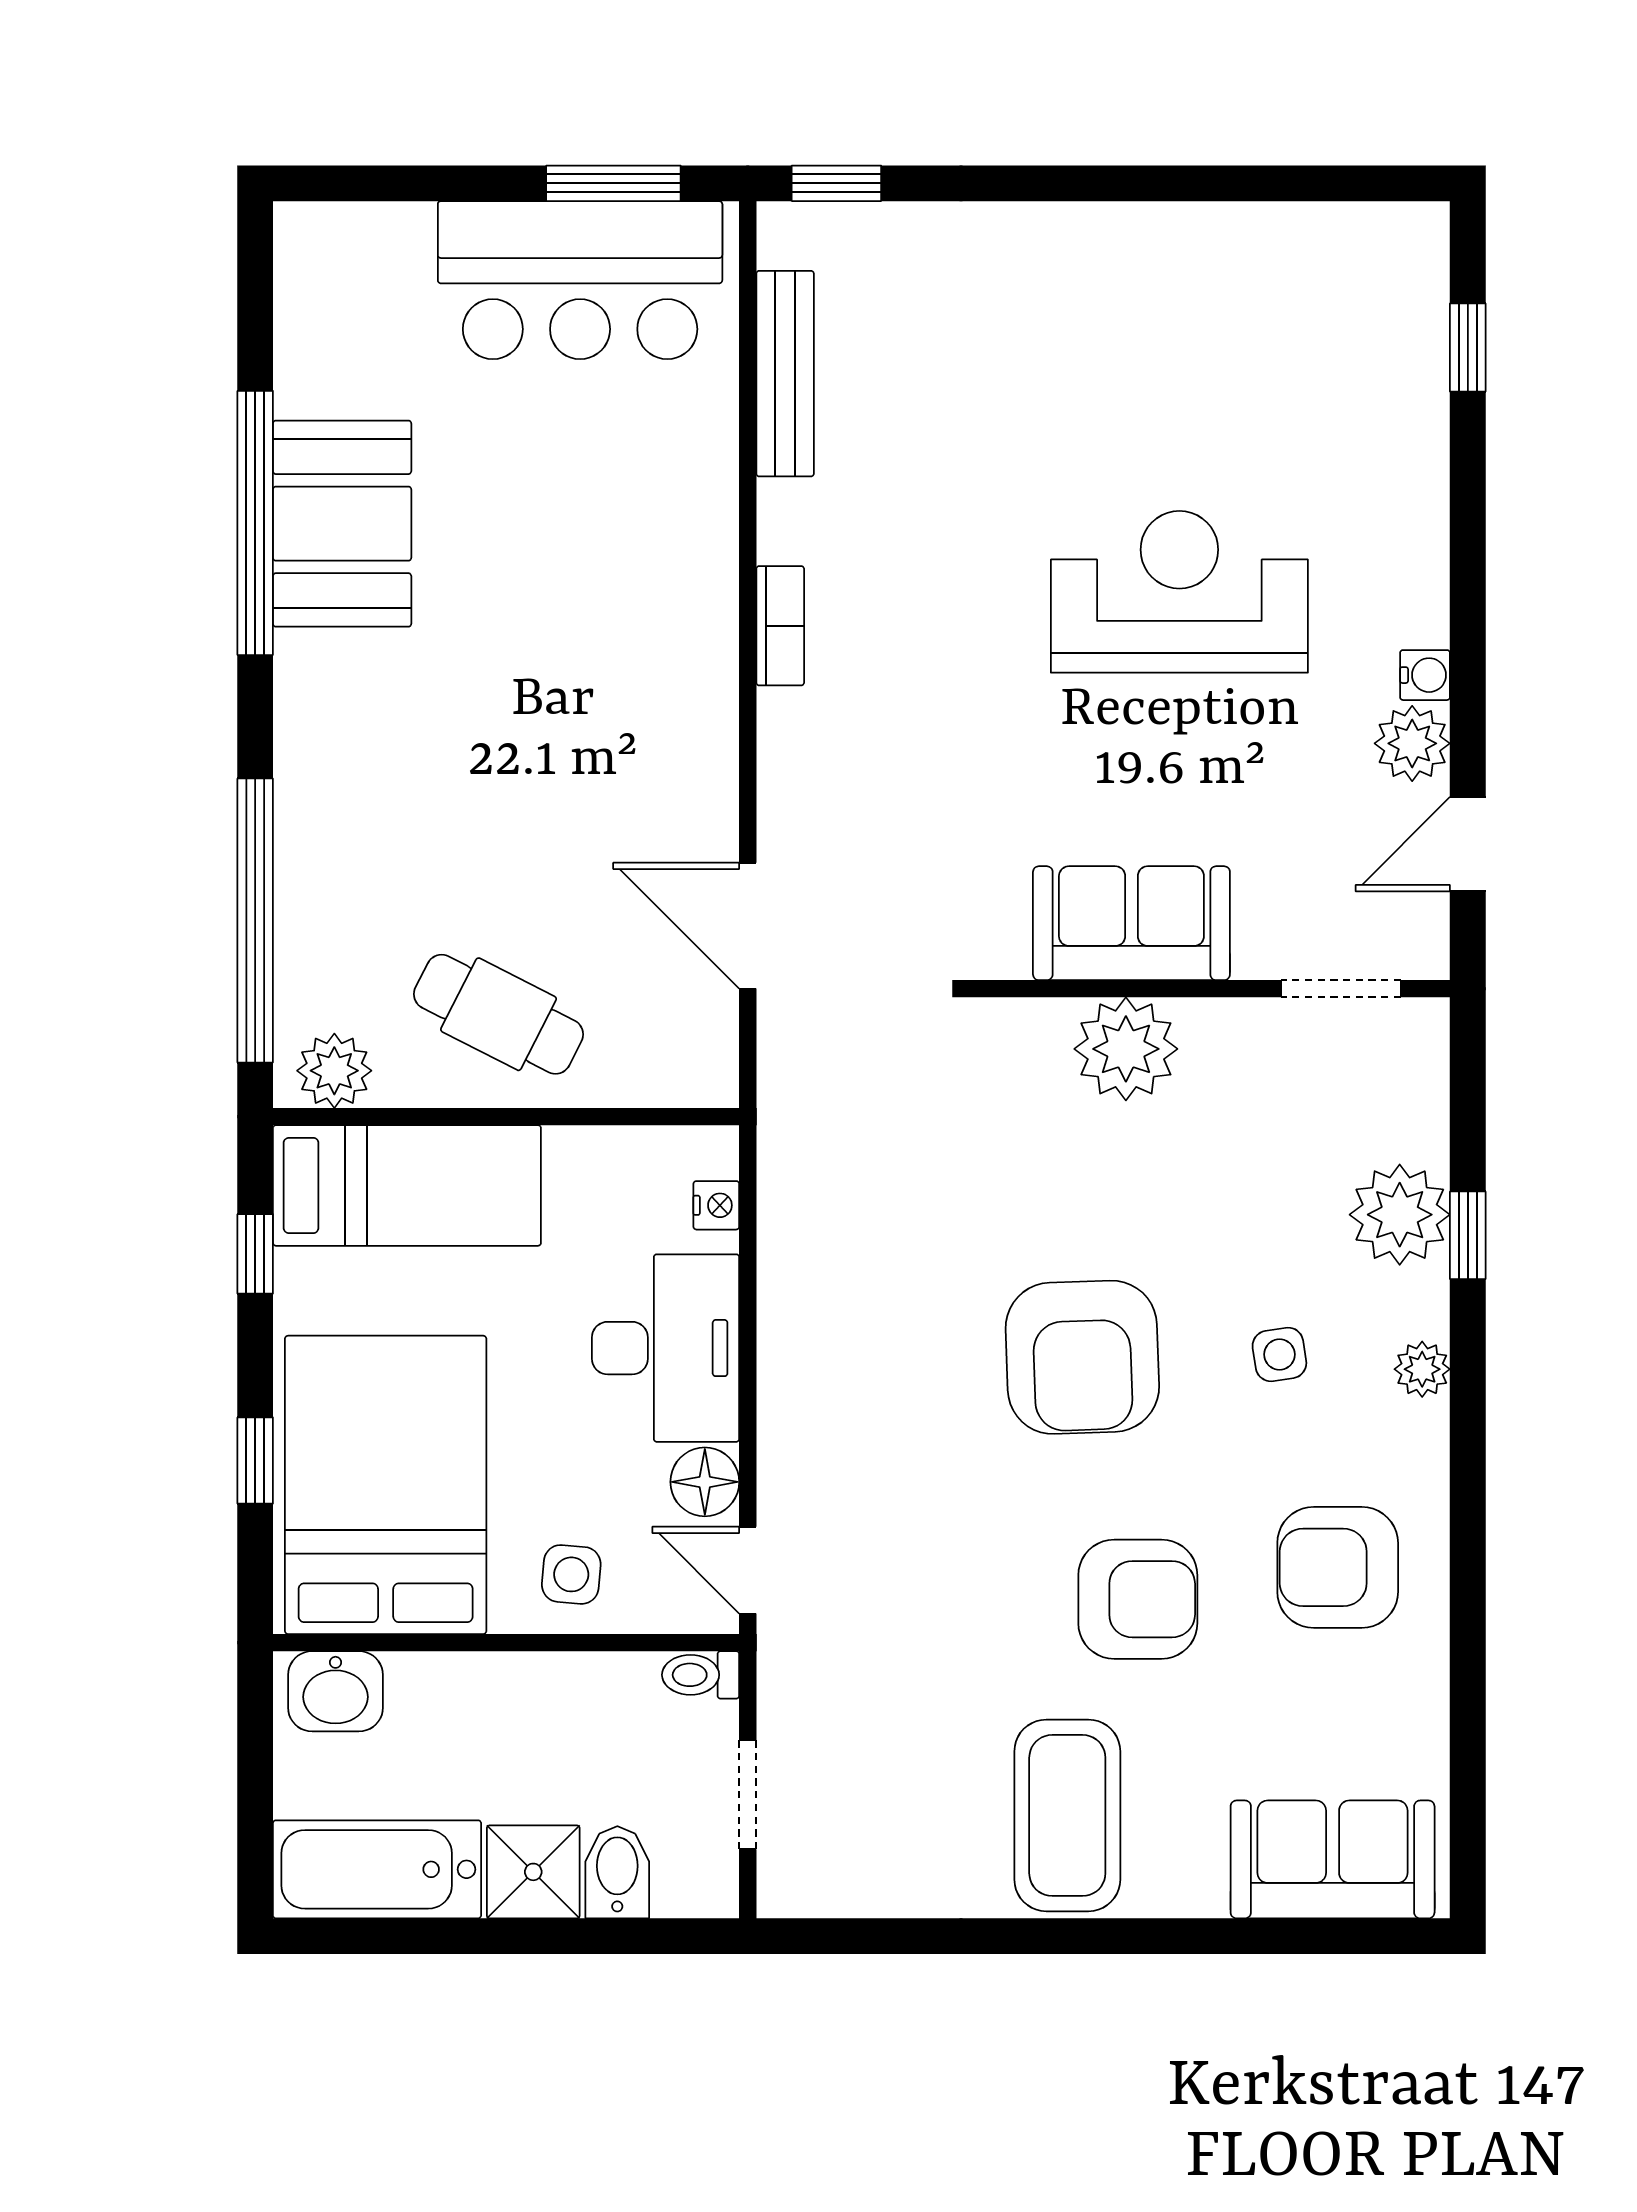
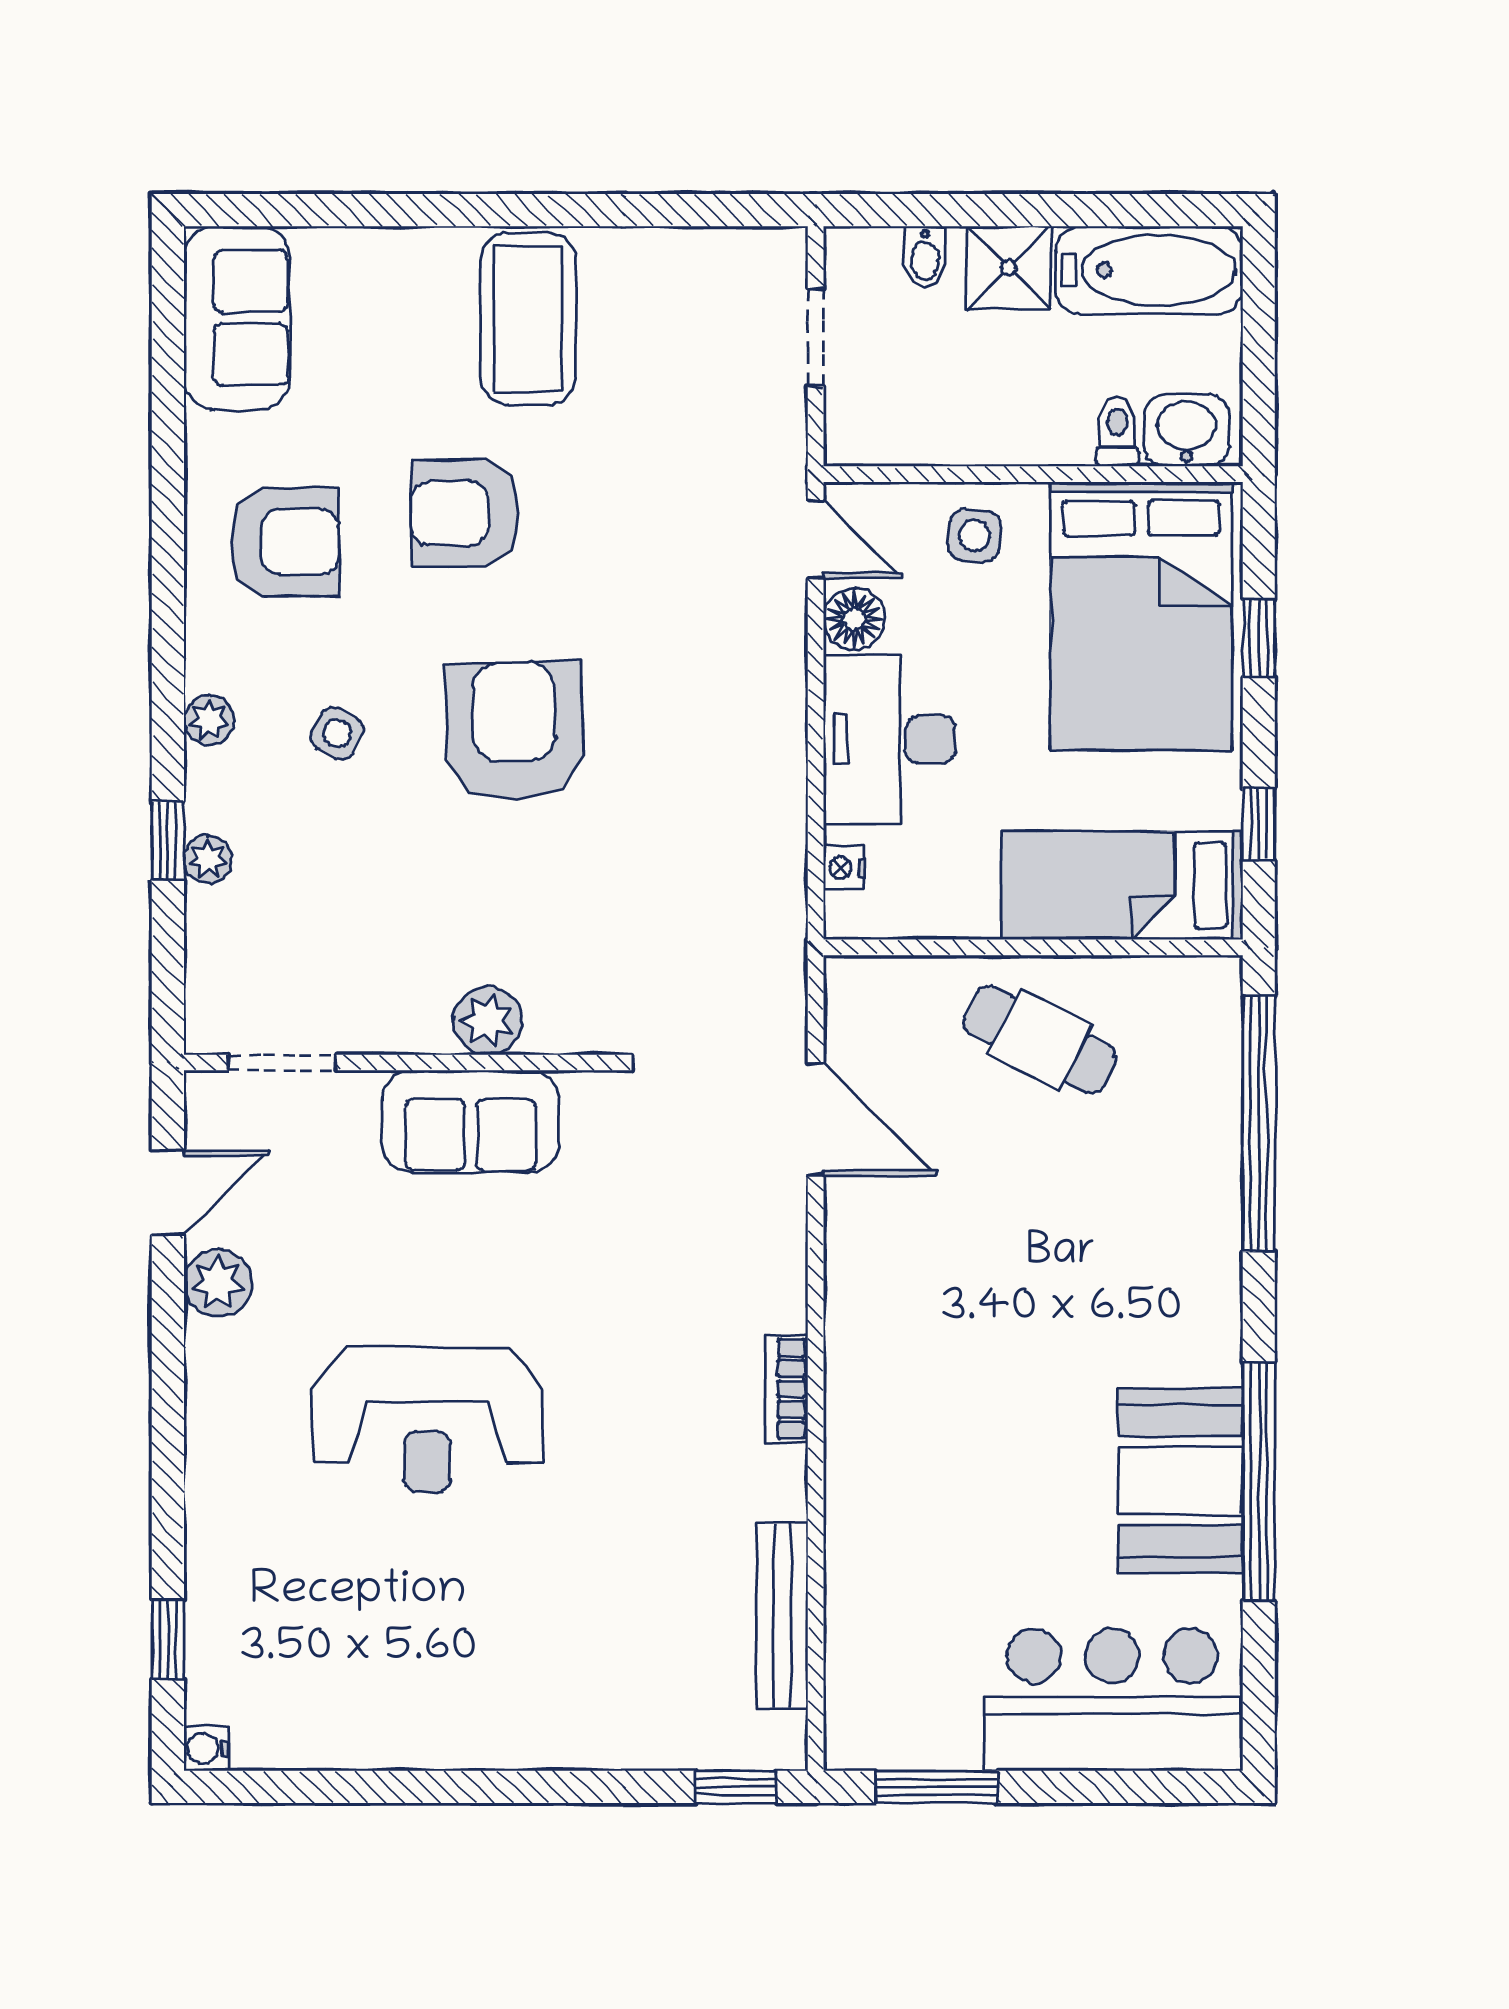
bar counter: (580, 280) -> (1112, 1700), moved
water cooler: (1425, 675) -> (206, 1749), moved
plant: (1126, 1049) -> (488, 1021), width x0.73, depth x0.73
plant: (334, 1071) -> (1188, 989), removed
plant: (1400, 1215) -> (208, 859), width x0.53, depth x0.53
side table: (1279, 1354) -> (337, 733), turned 36
toilet: (701, 1675) -> (1117, 432), moved, turned -90
sofa: (1333, 1859) -> (237, 318), moved, turned -90
bidet: (617, 1872) -> (925, 257), width x0.72, depth x0.74

